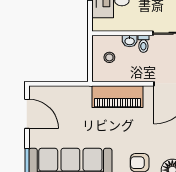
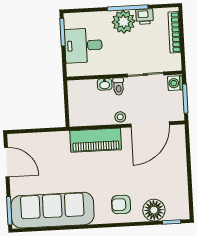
stool: (109, 57) -> (120, 117), moved

